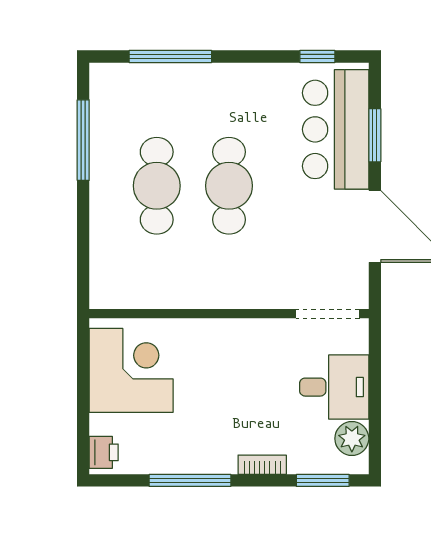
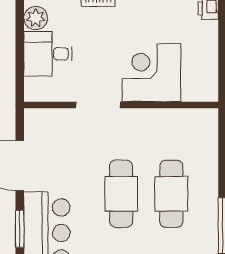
doorway: (328, 314) -> (98, 105), moved
corner desk: (131, 370) -> (151, 73), moved, turned 90

